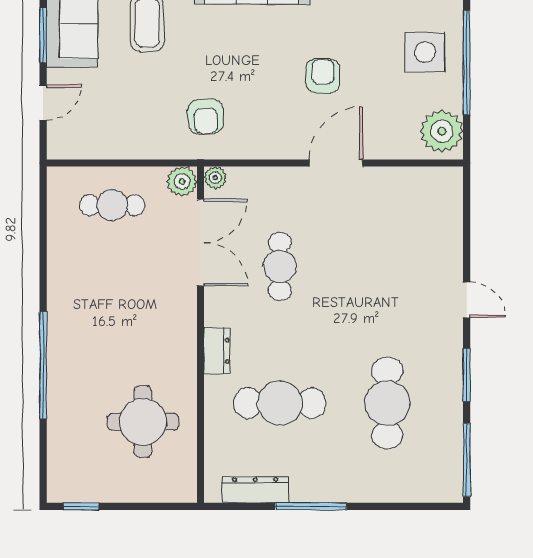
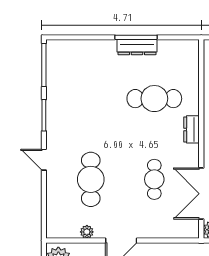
plant: (215, 178) -> (87, 232), moved
cafe table: (387, 403) -> (91, 179), moved
dresser: (255, 490) -> (137, 47), moved

